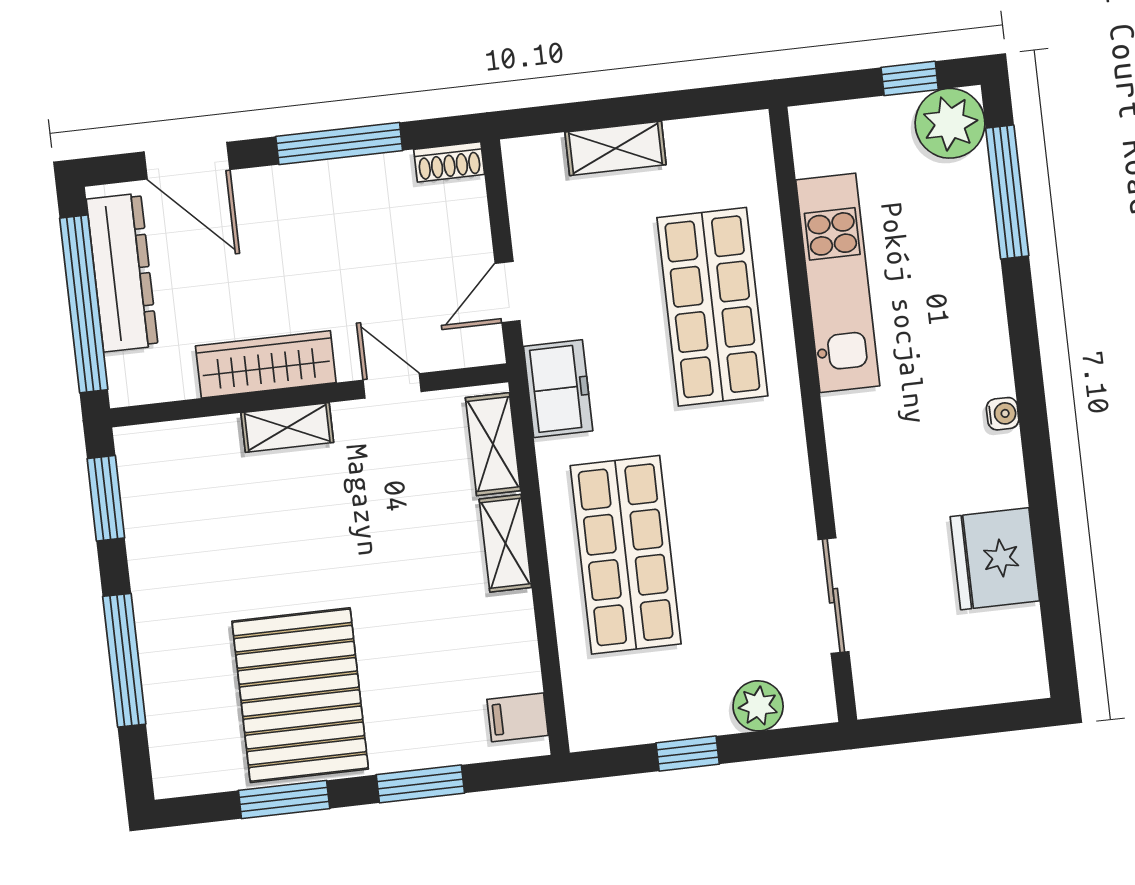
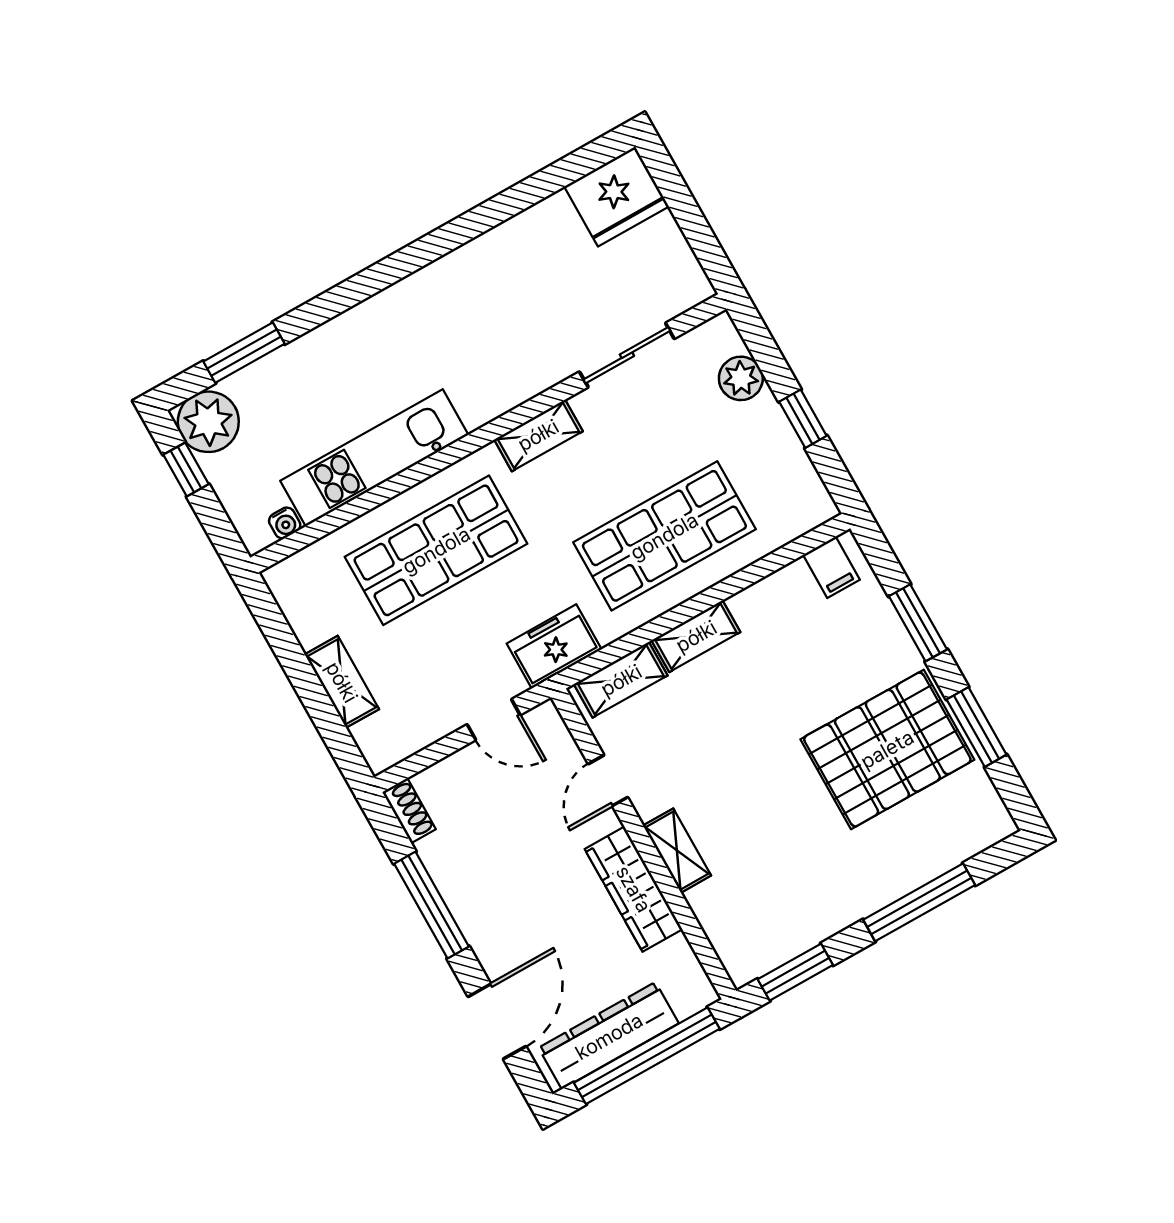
window: (1007, 192) -> (244, 353), width x0.69
water cooler: (1003, 414) -> (285, 523), moved, turned 180
shelving: (788, 466) -> (538, 435), added
fridge: (995, 559) -> (617, 197), moved

